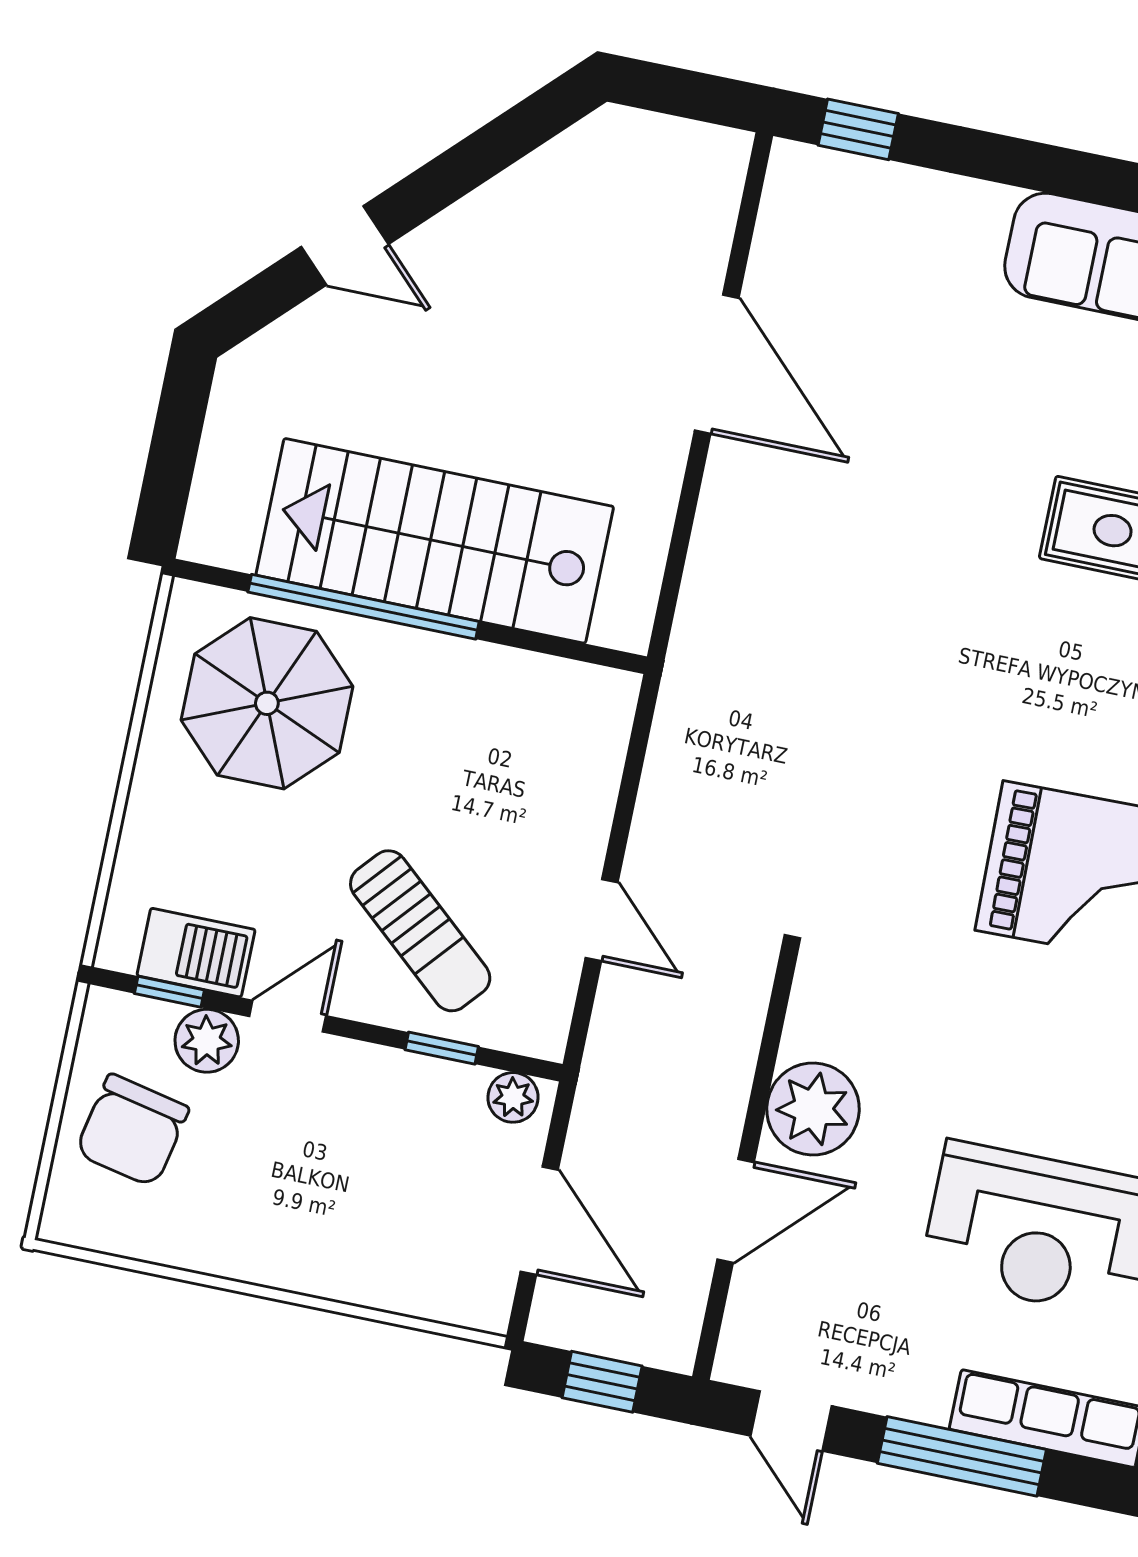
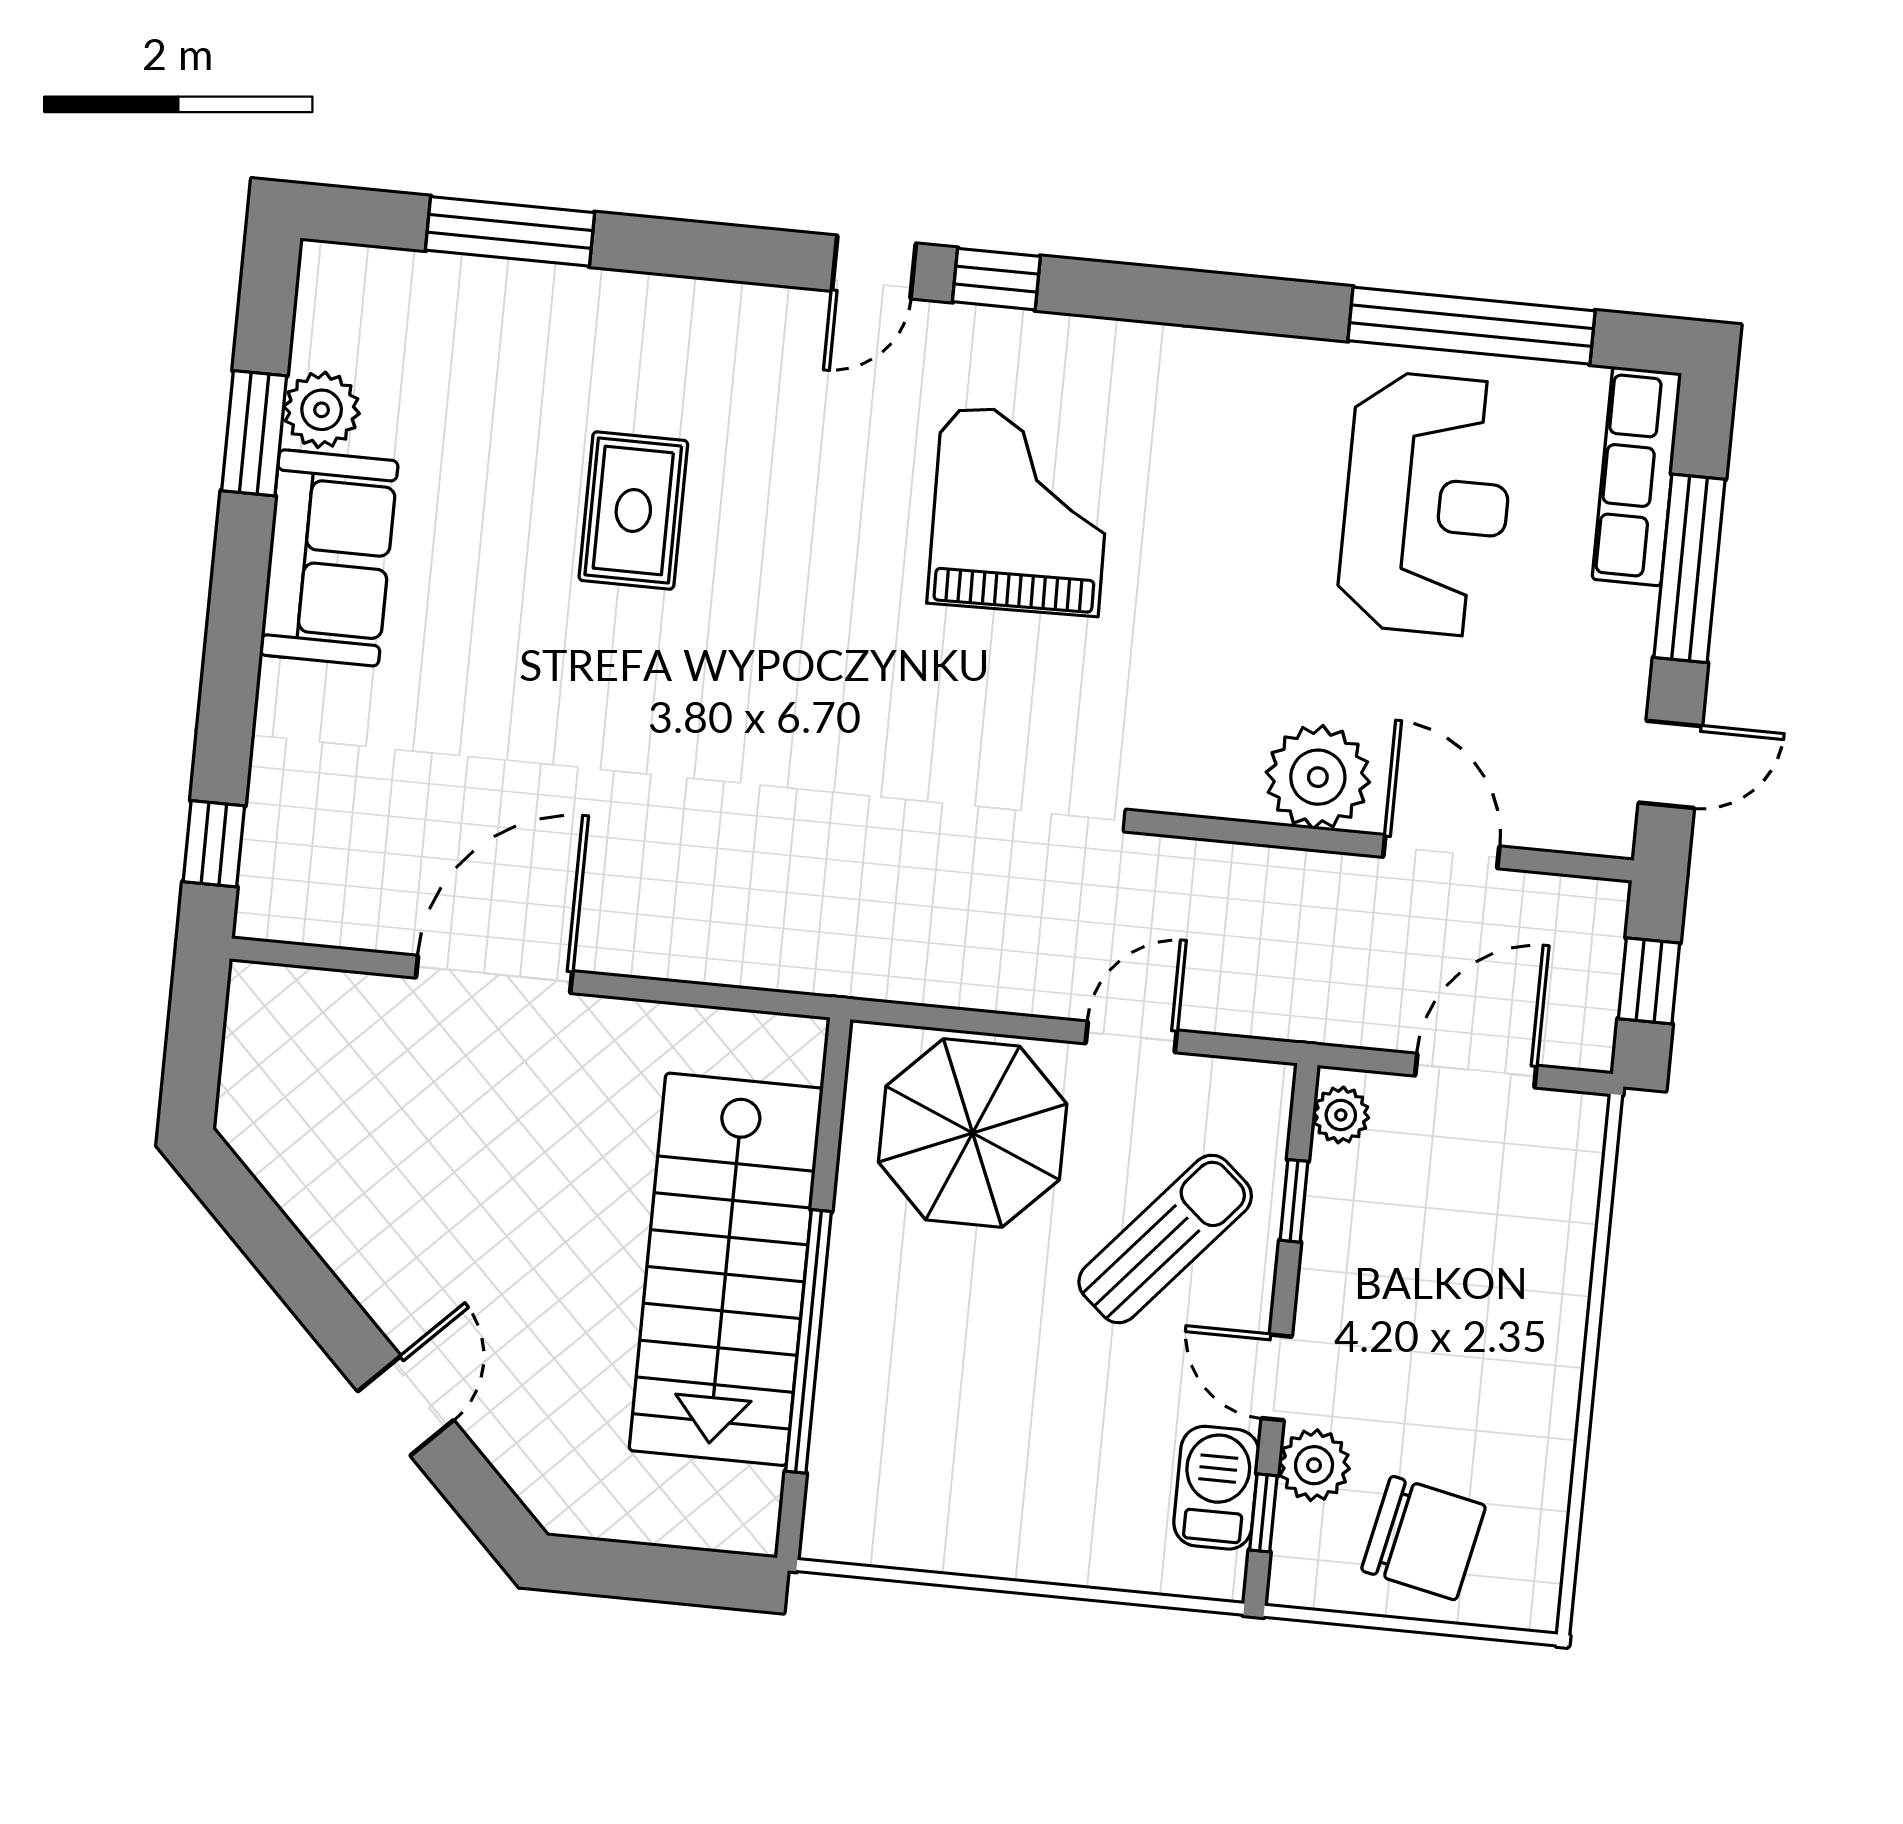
parasol: (267, 703) -> (973, 1133), moved

